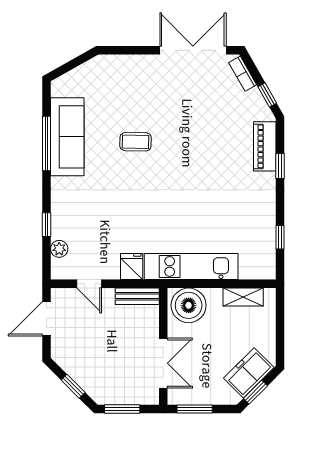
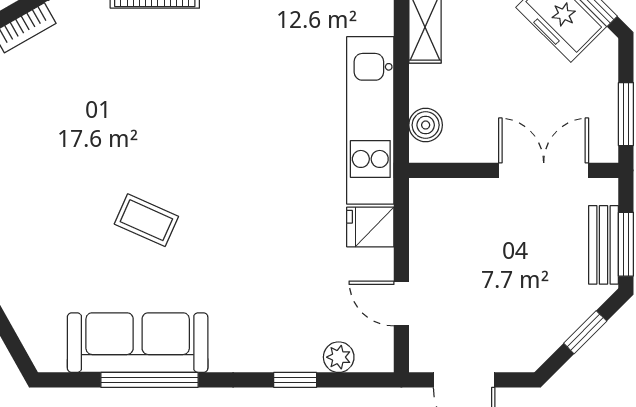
coffee table: (136, 142) -> (146, 220), turned -67
door: (89, 284) -> (401, 304), swing flipped
bench: (137, 296) -> (603, 245), moved
boiler: (189, 305) -> (426, 125), width x0.54, depth x0.54

